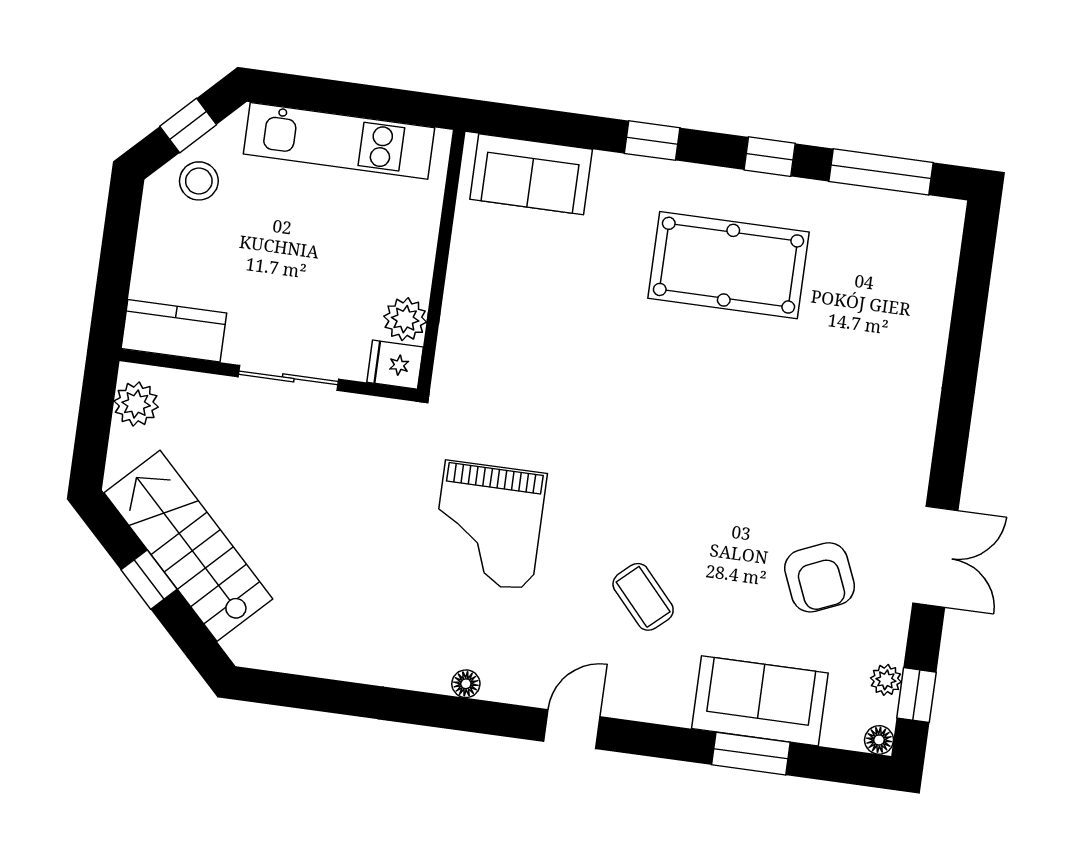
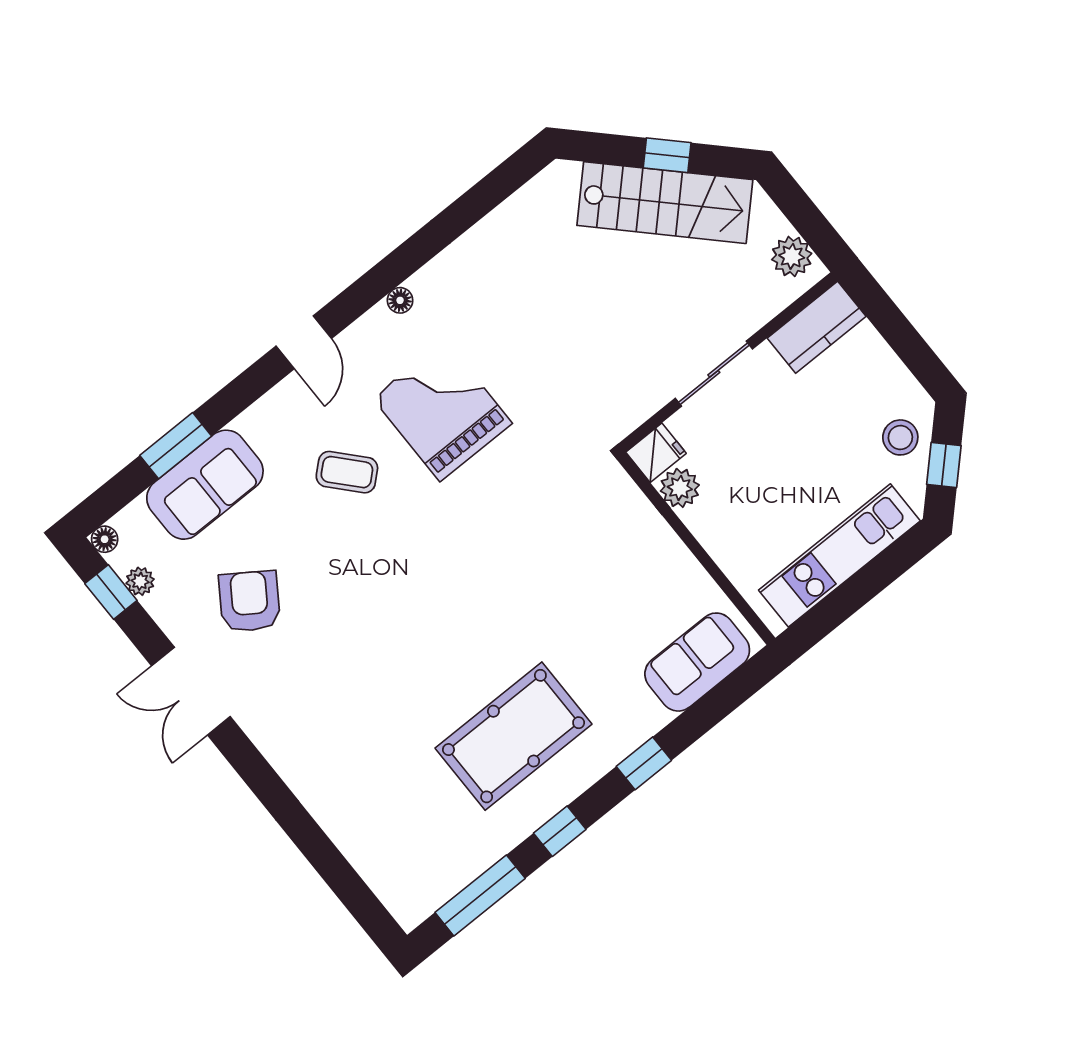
grand piano: (488, 525) -> (442, 411), moved
armchair: (820, 577) -> (250, 601), turned 57

